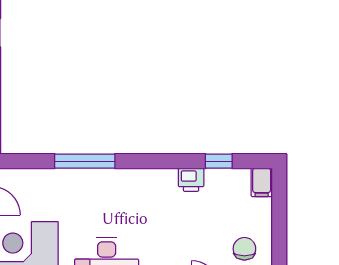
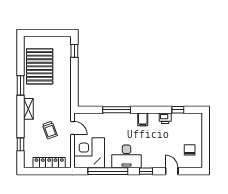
filing cabinet: (262, 182) -> (143, 119), moved

